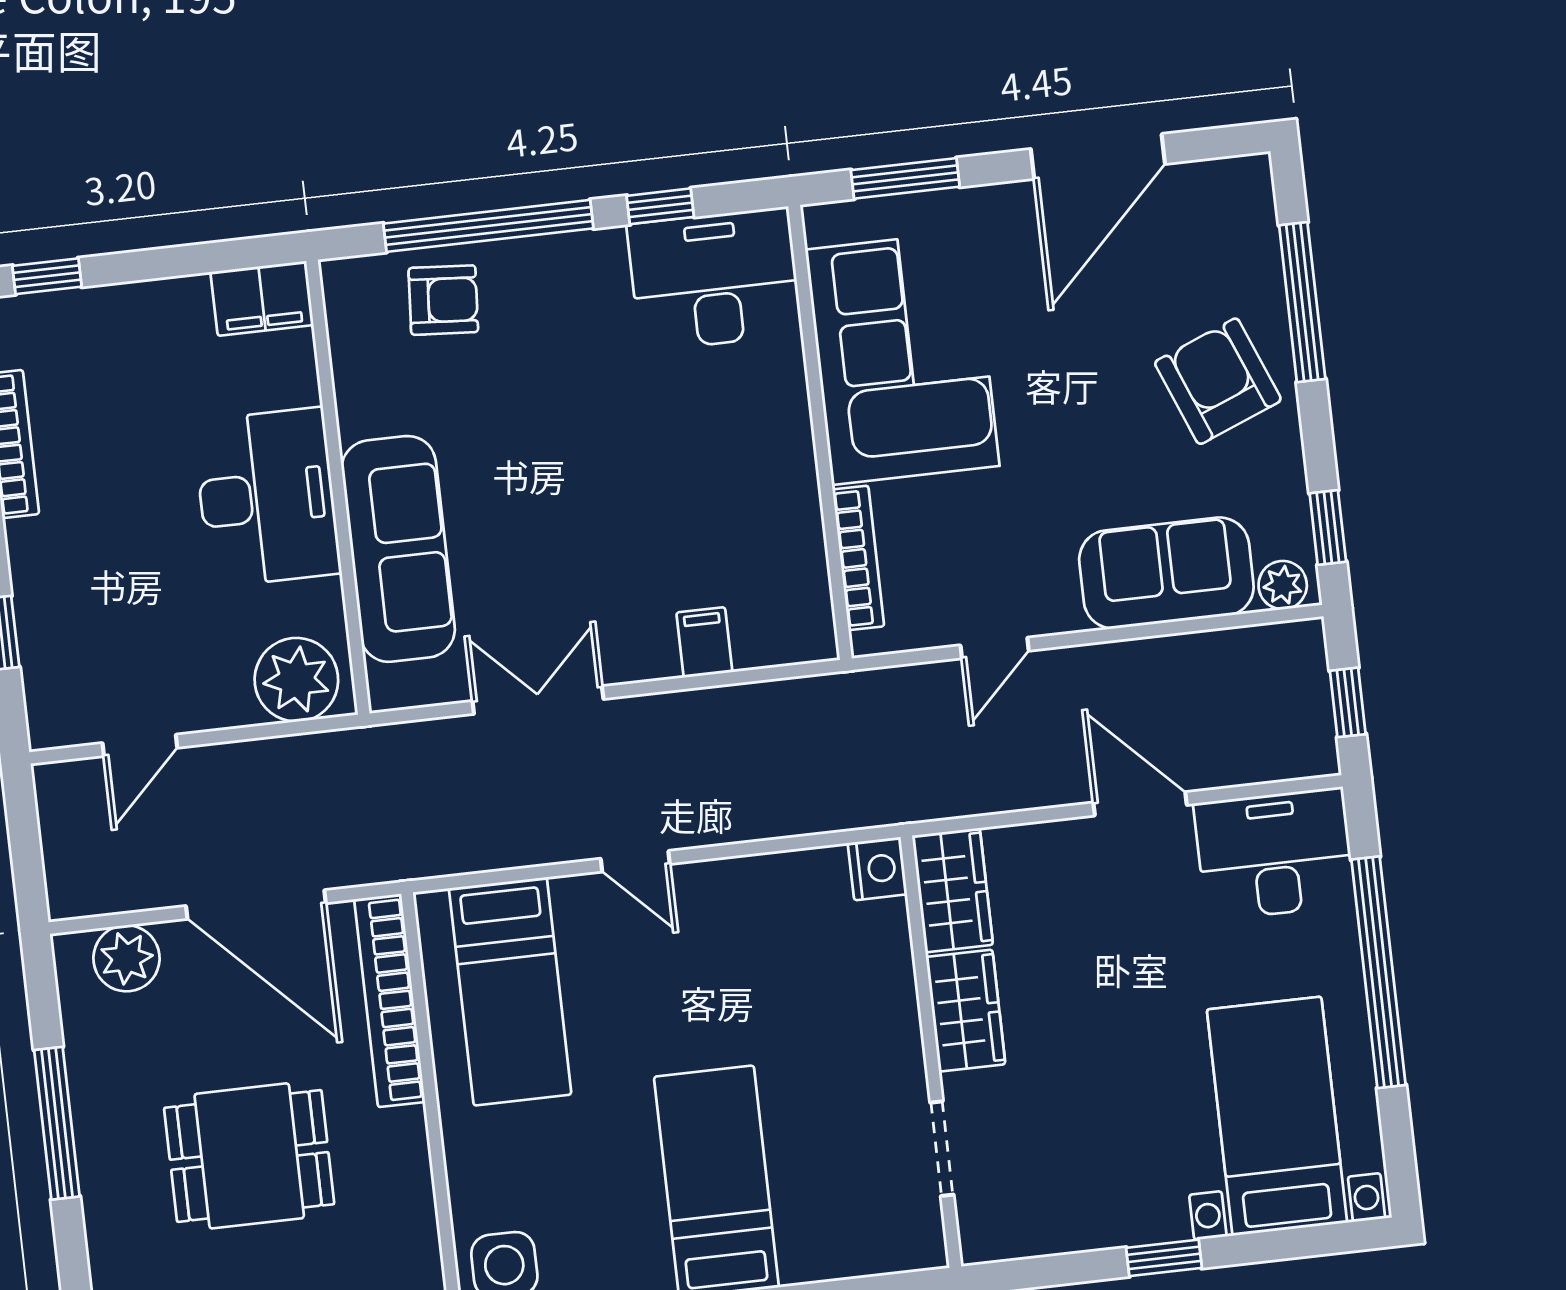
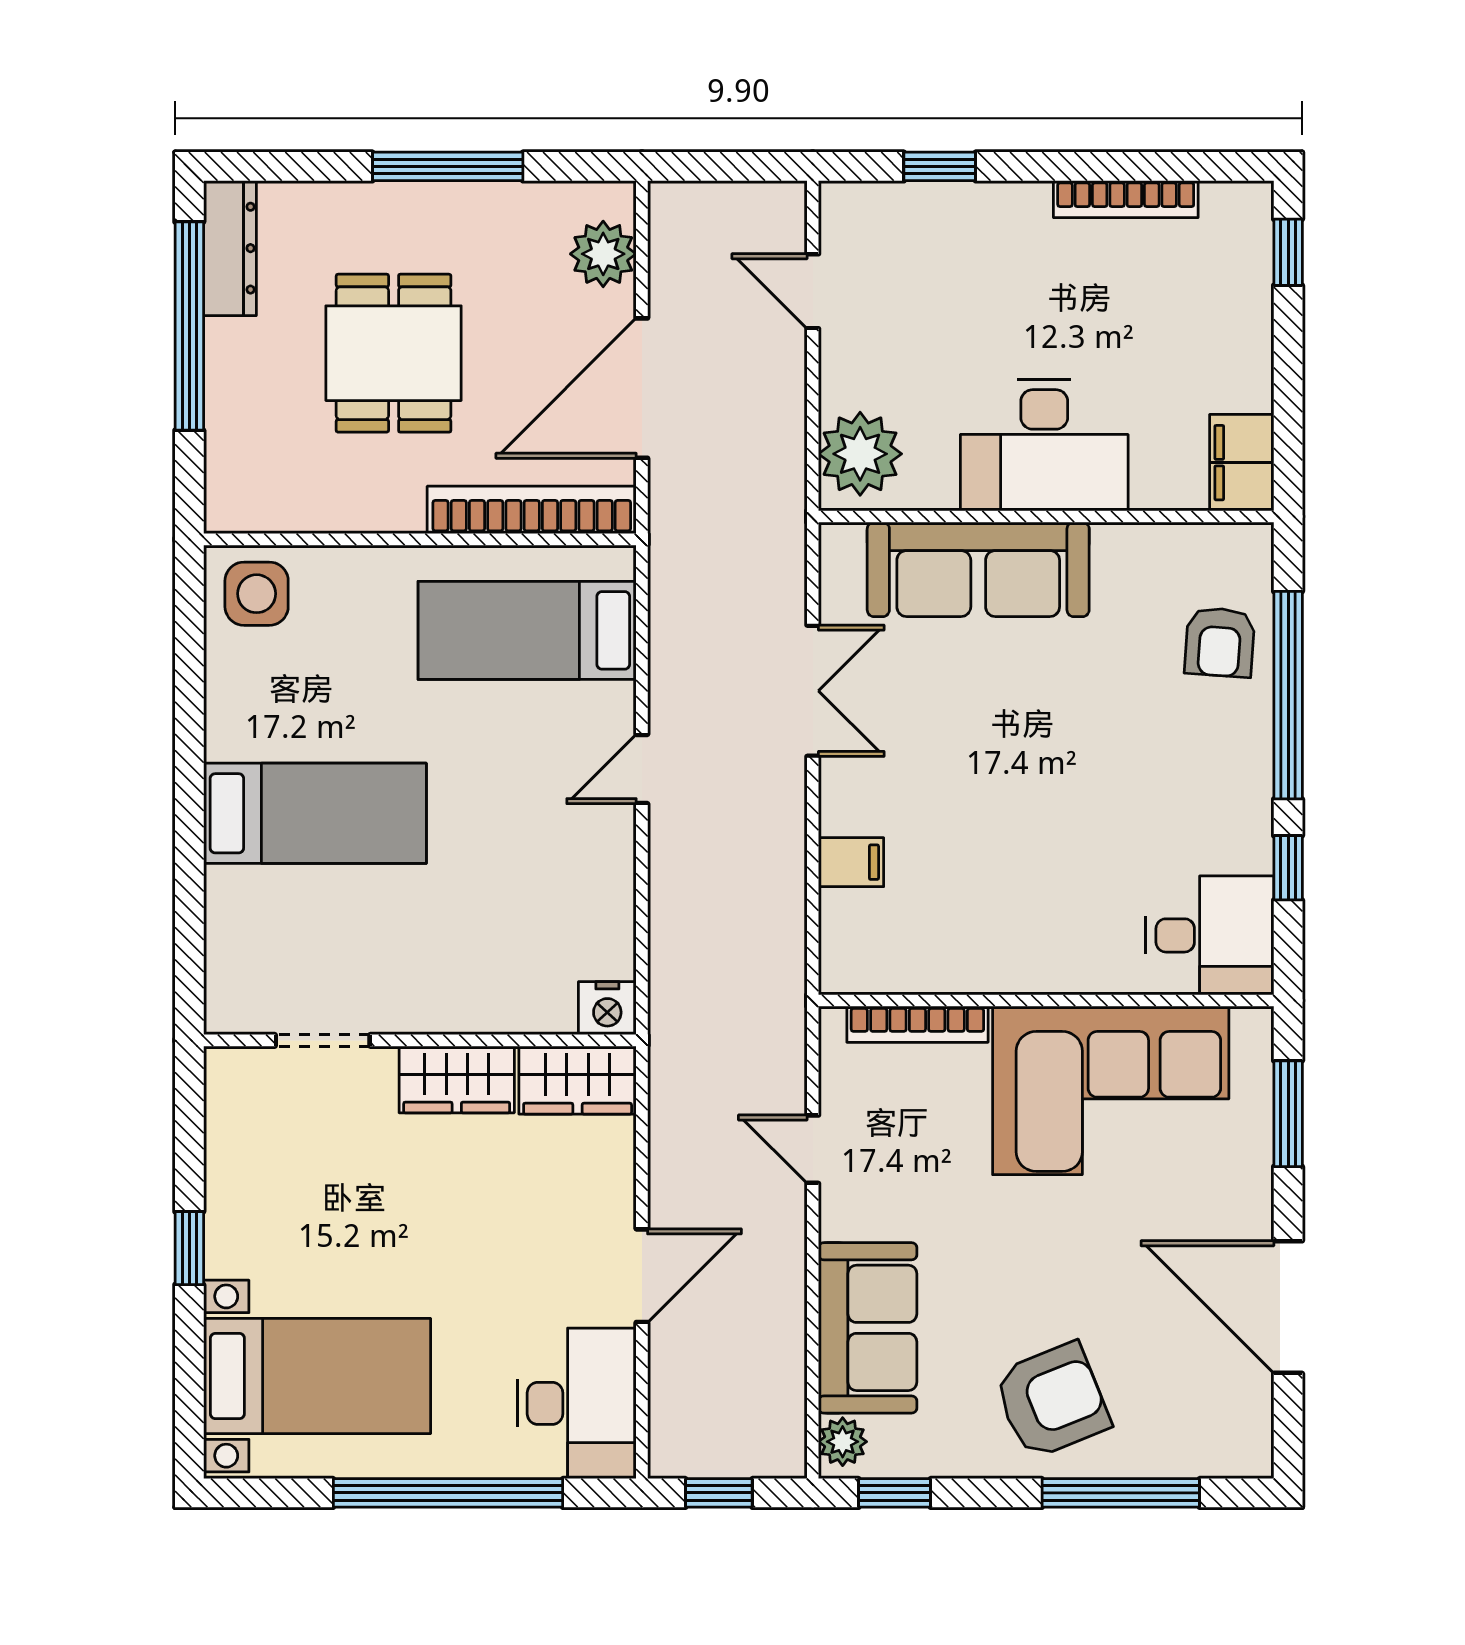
desk: (715, 279) -> (1210, 935), width x0.73

